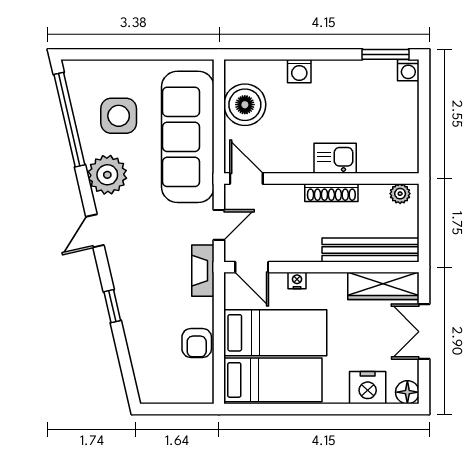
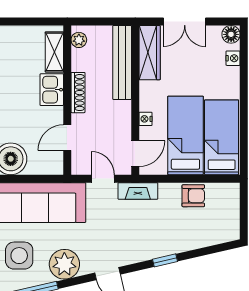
shelving: (384, 162) -> (54, 52), added
door: (246, 178) -> (67, 138), moved
nightstand: (368, 388) -> (233, 58), width x0.53, depth x0.56

